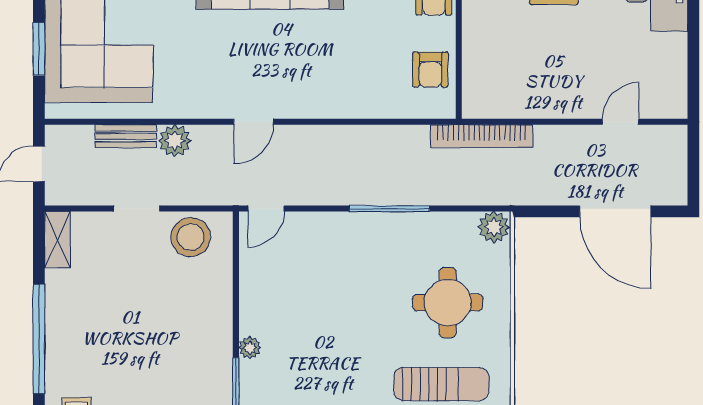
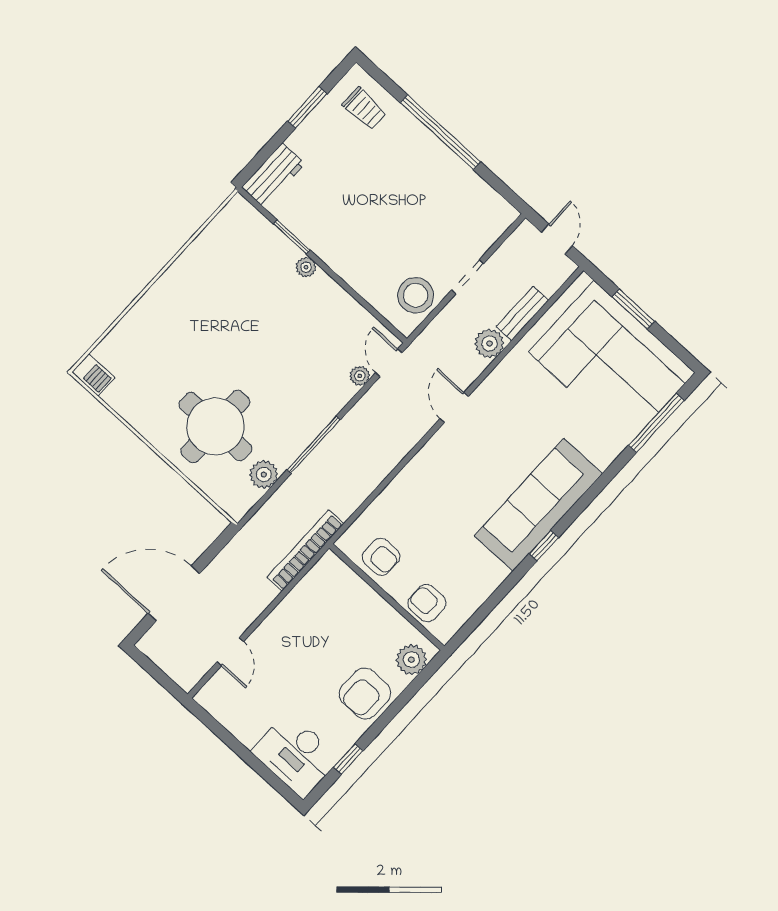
armchair: (430, 70) -> (381, 557), turned 180
plant: (298, 222) -> (360, 376), added
plant: (494, 227) -> (264, 474), moved
shelving: (57, 240) -> (495, 205), removed
round table: (448, 303) -> (215, 426), width x1.36, depth x1.36
sun lounger: (441, 384) -> (165, 372), removed

